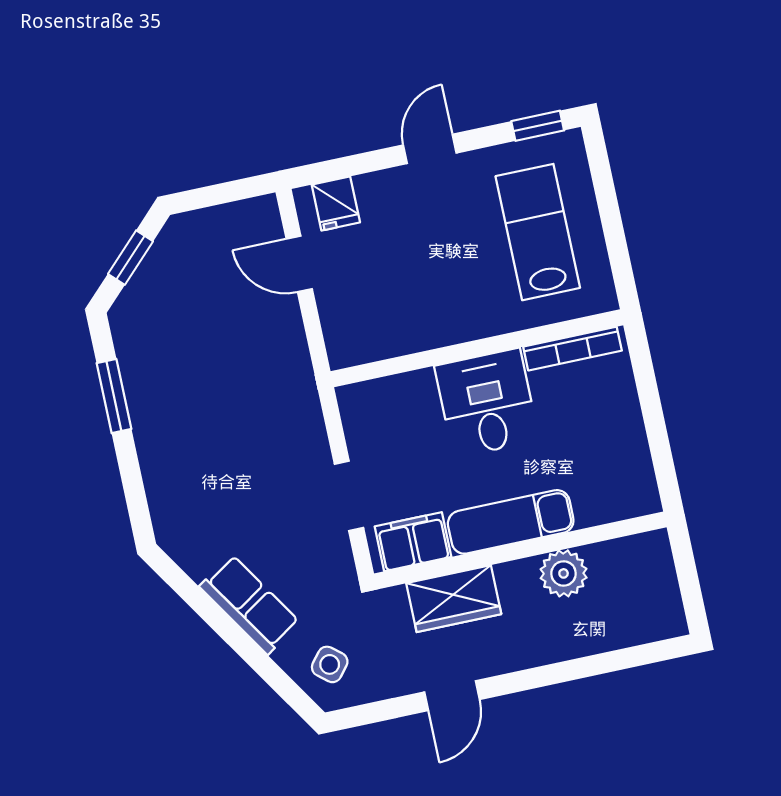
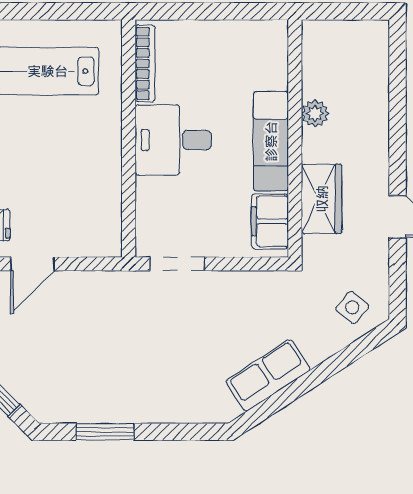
doorway: (349, 496) -> (177, 264), moved
plant: (564, 573) -> (315, 113), width x0.73, depth x0.73
row of seats: (250, 604) -> (268, 375), moved

